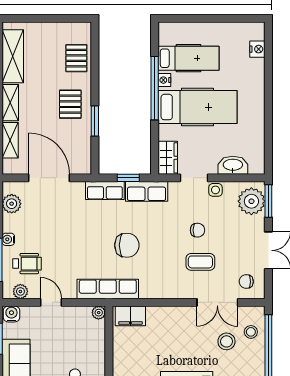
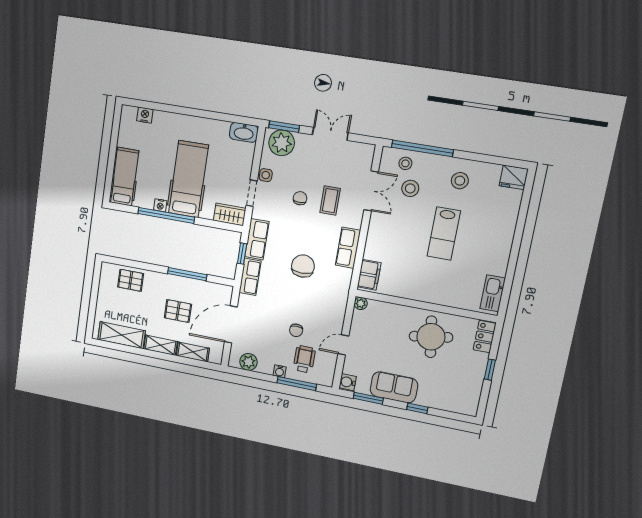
hospital bed: (189, 58) -> (125, 177), moved
pallet: (70, 104) -> (178, 311), moved
window: (95, 121) -> (187, 274), width x1.44
washbasin: (233, 165) -> (244, 132), moved, turned -90
chair: (246, 282) -> (296, 330), moved
row of seats: (108, 289) -> (348, 248), moved, width x0.68
plant: (20, 291) -> (329, 370), removed

